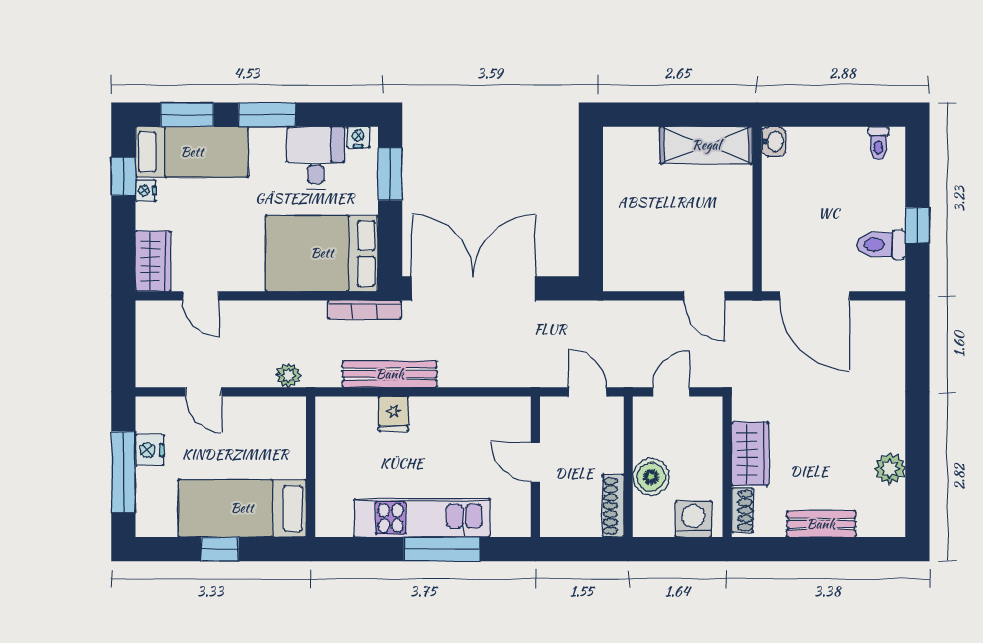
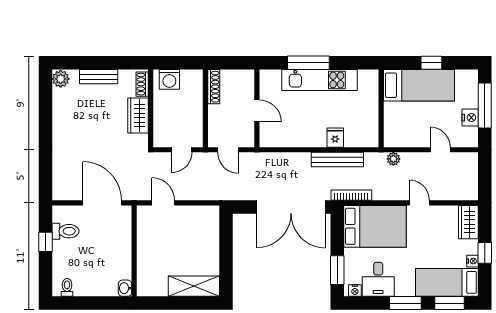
shelving: (706, 145) -> (194, 286), moved
window: (123, 176) -> (485, 253), moved
door: (201, 296) -> (419, 203), moved
plant: (890, 469) -> (61, 79), moved
boiler: (651, 477) -> (193, 103), removed

